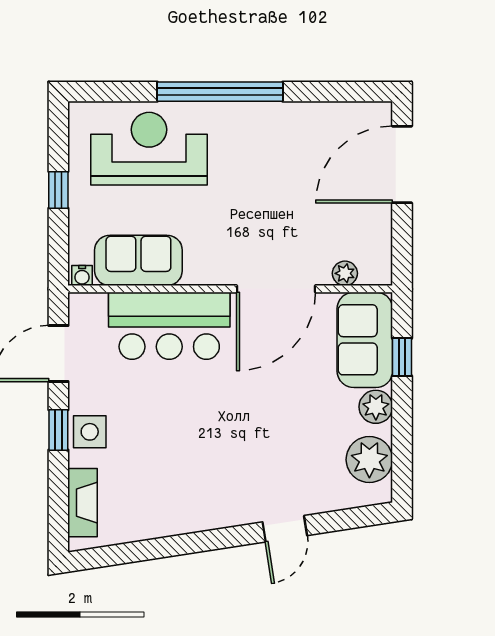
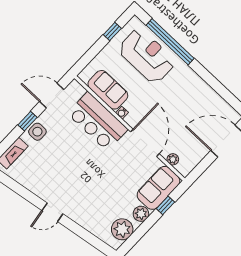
window: (220, 92) -> (170, 42), moved
window: (58, 190) -> (112, 31), moved
water cooler: (82, 276) -> (122, 113), moved
door: (276, 289) -> (145, 143), swing flipped
door: (285, 529) -> (52, 212), moved

